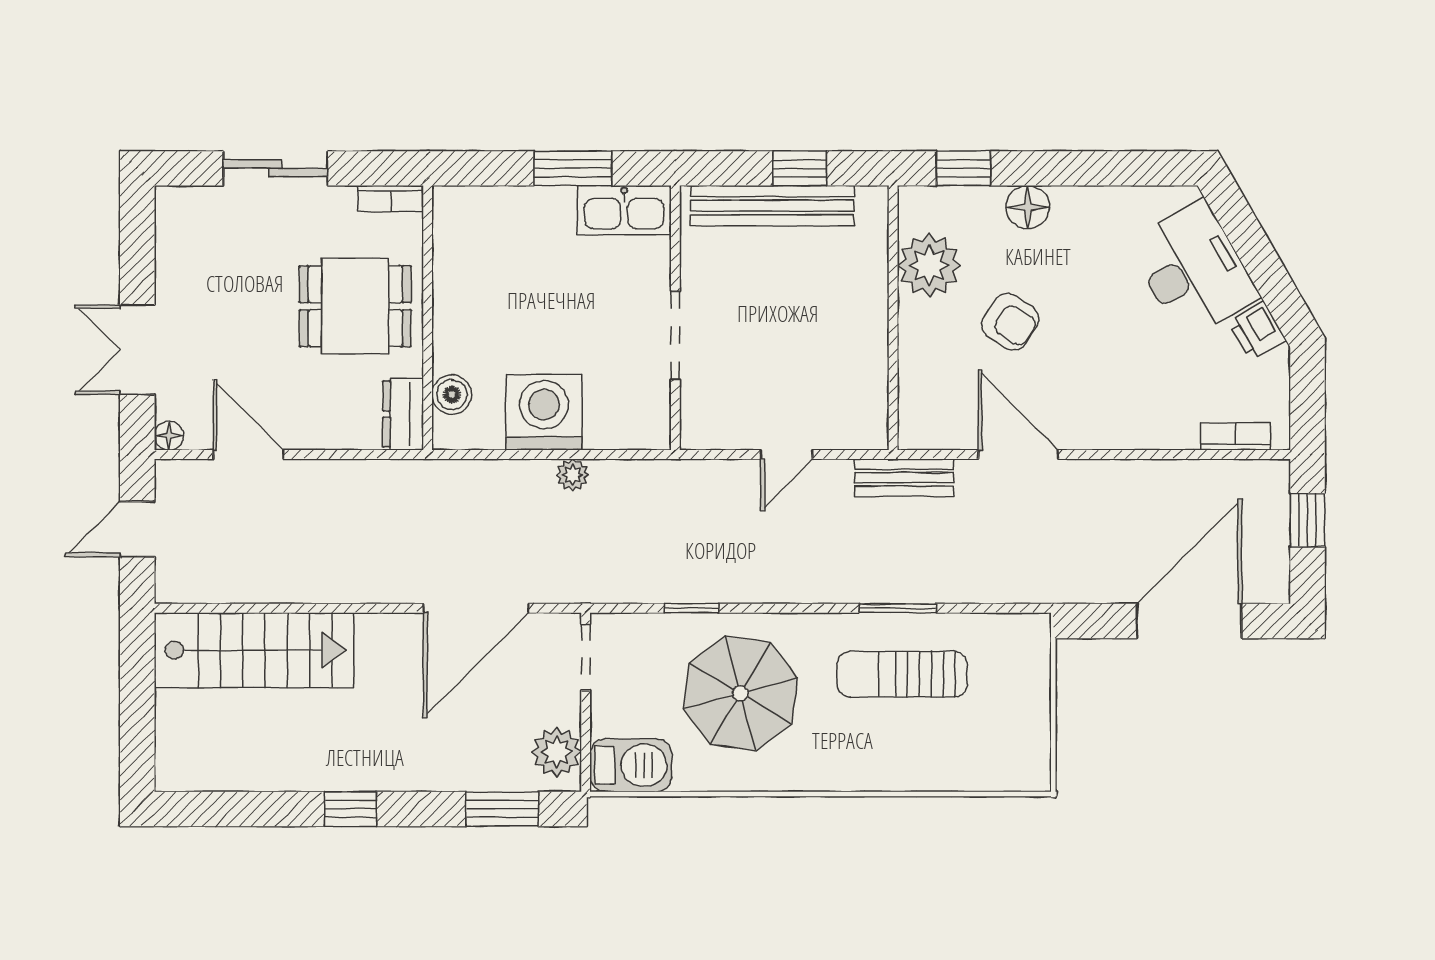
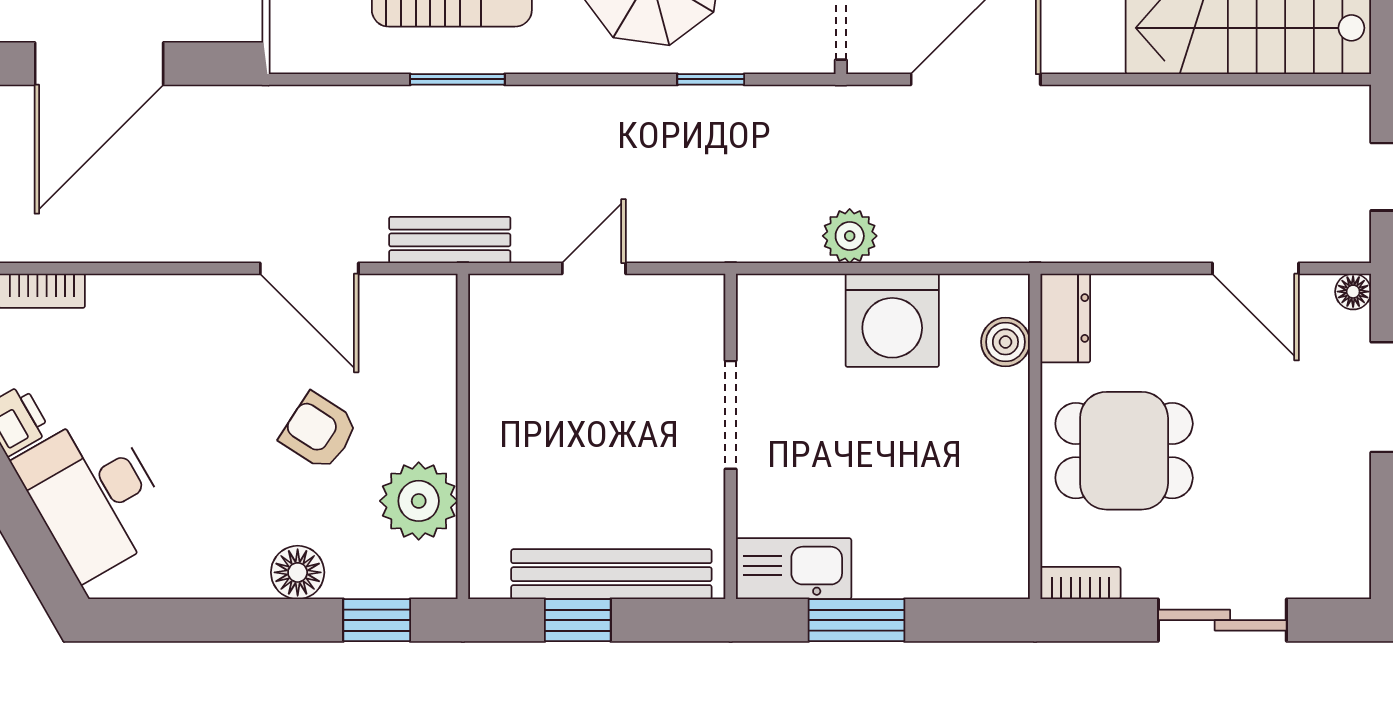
plant: (572, 475) -> (850, 236), width x1.38, depth x1.38

